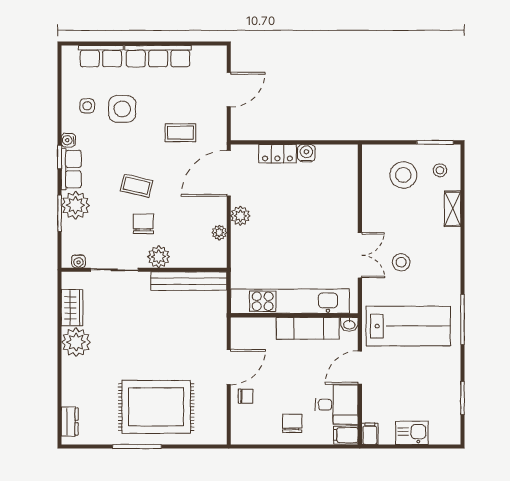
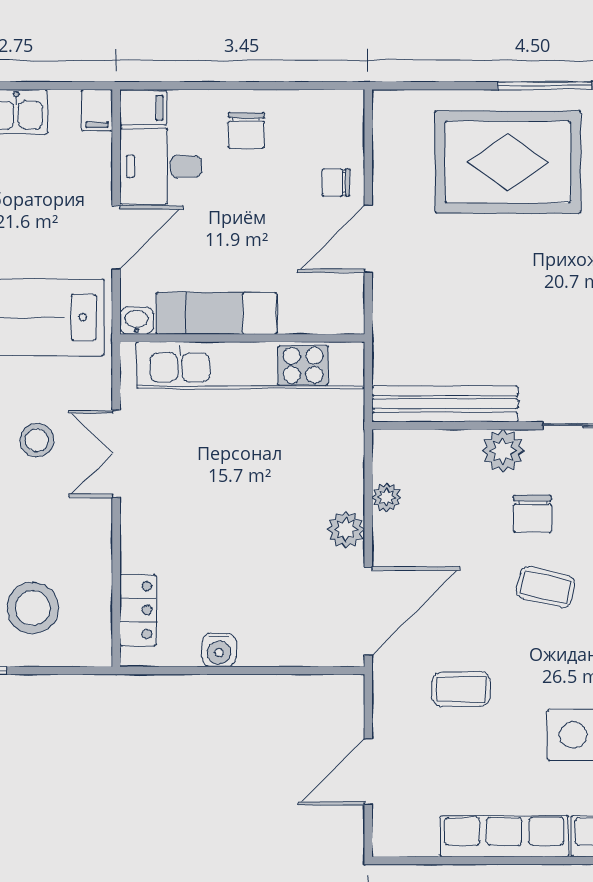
locker: (277, 154) -> (138, 610), moved, turned 90

